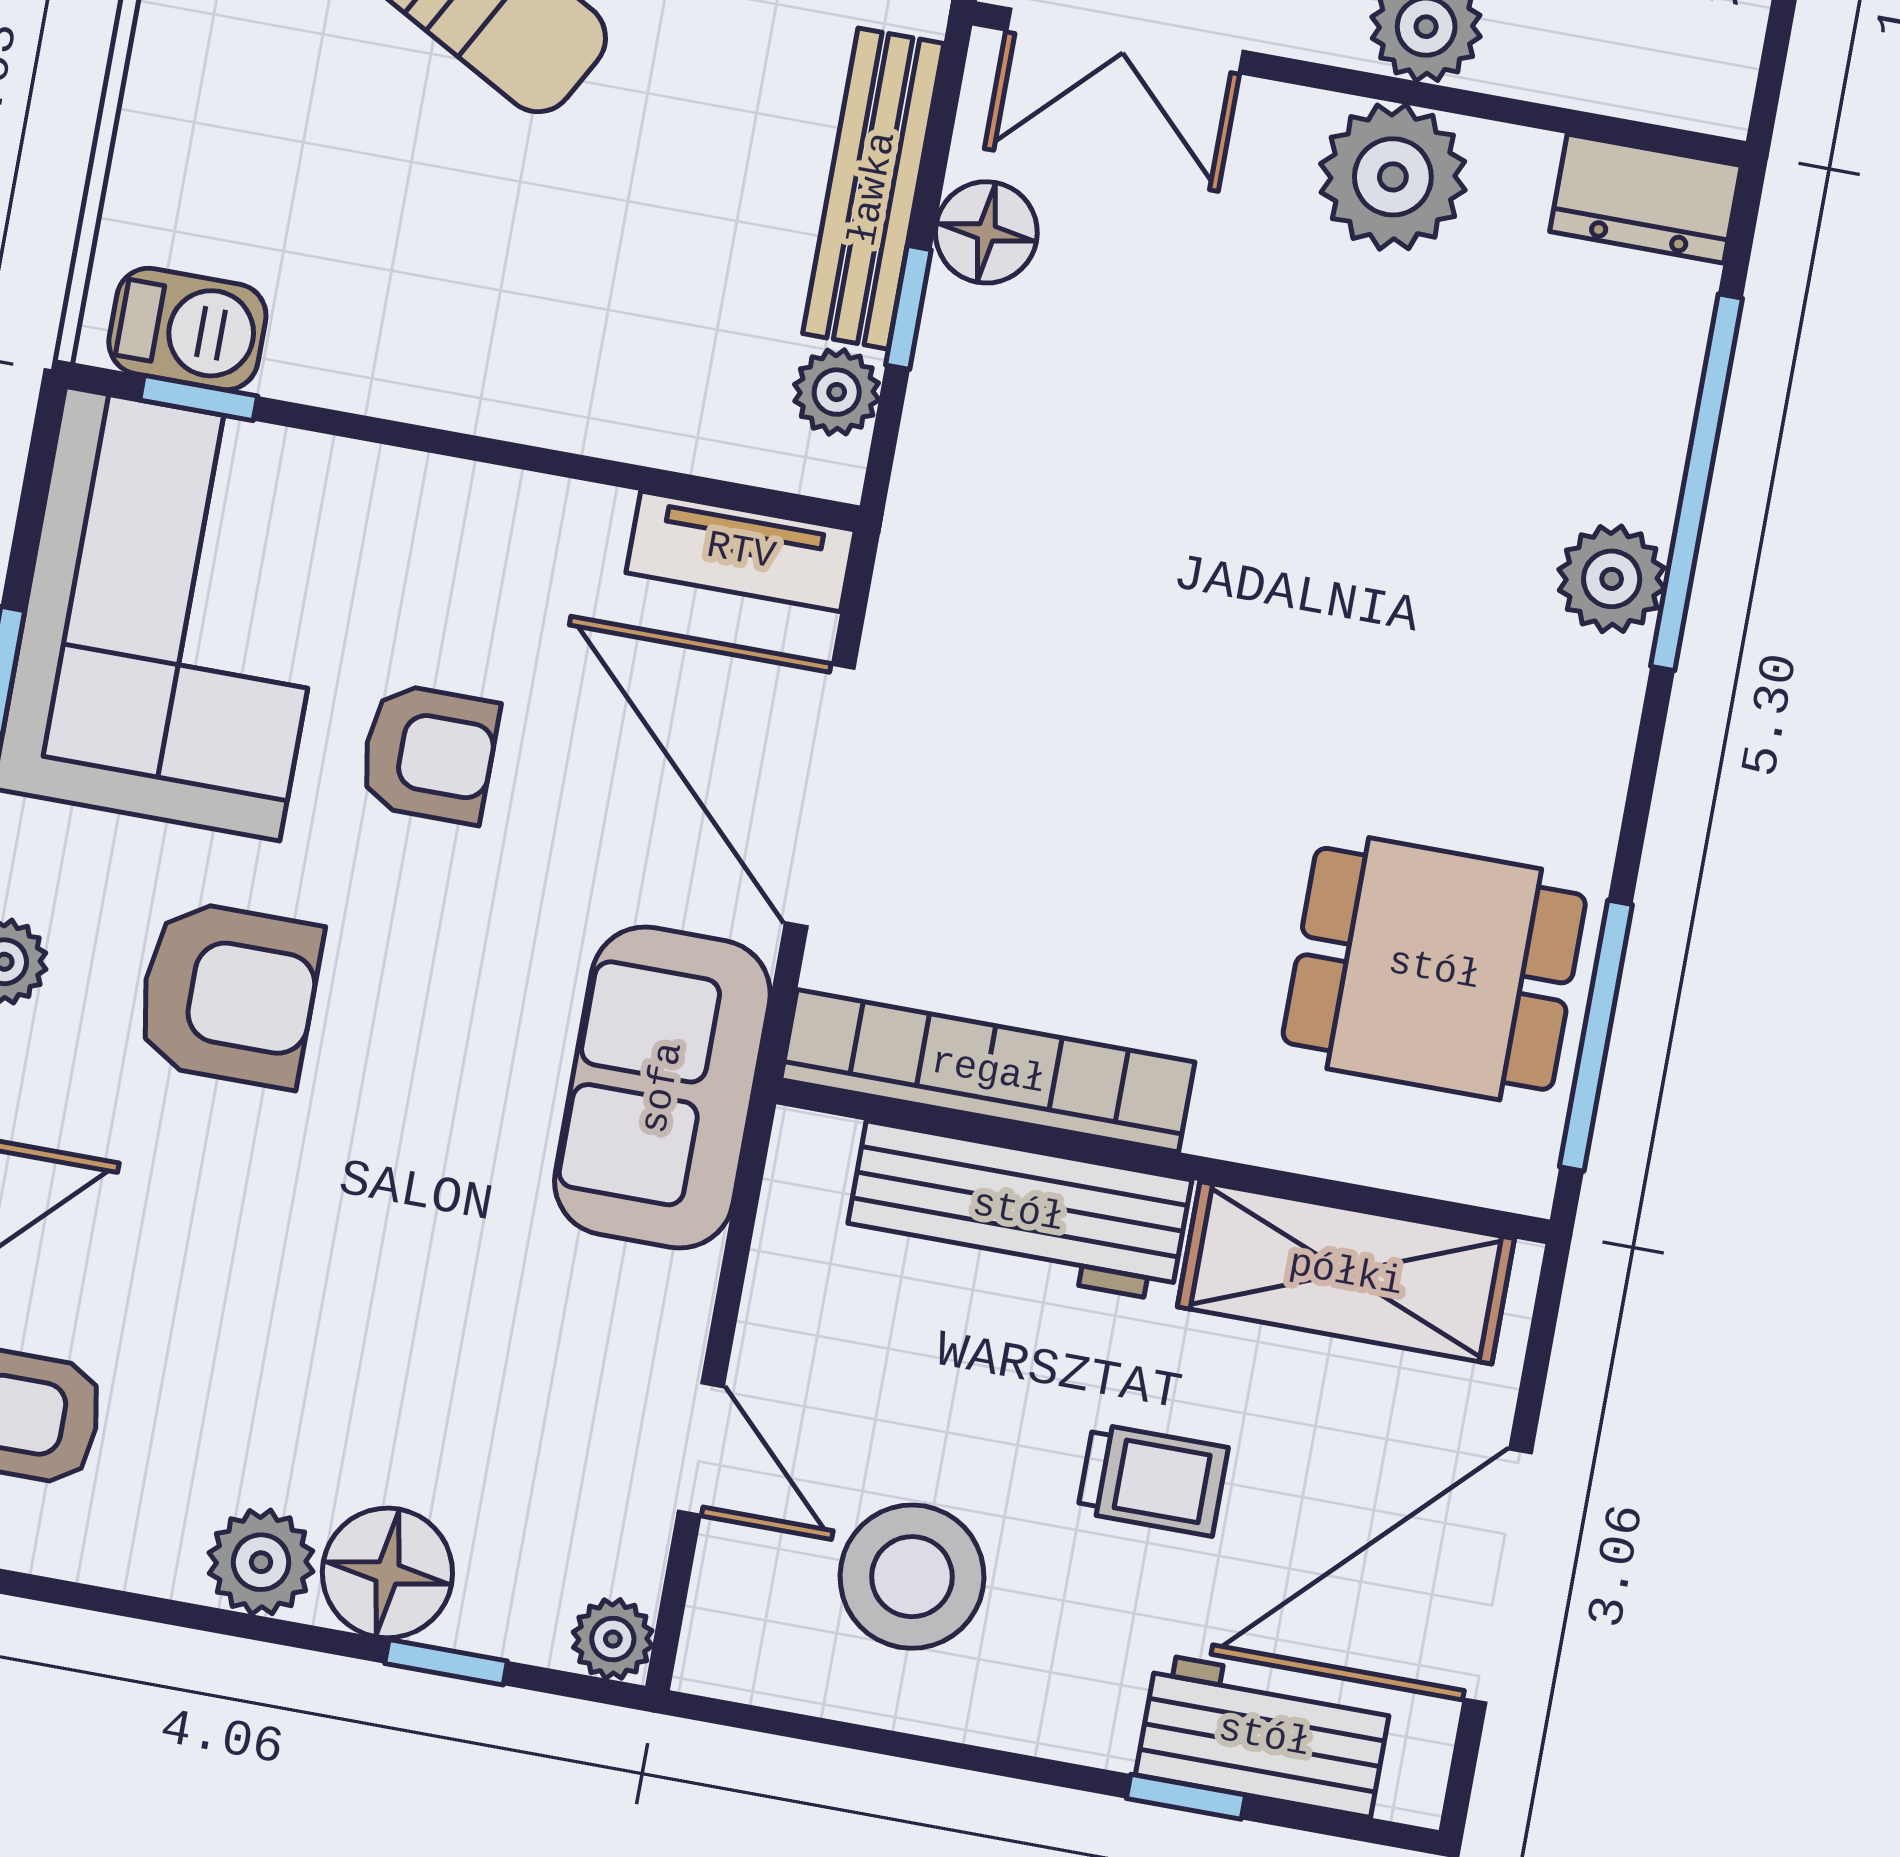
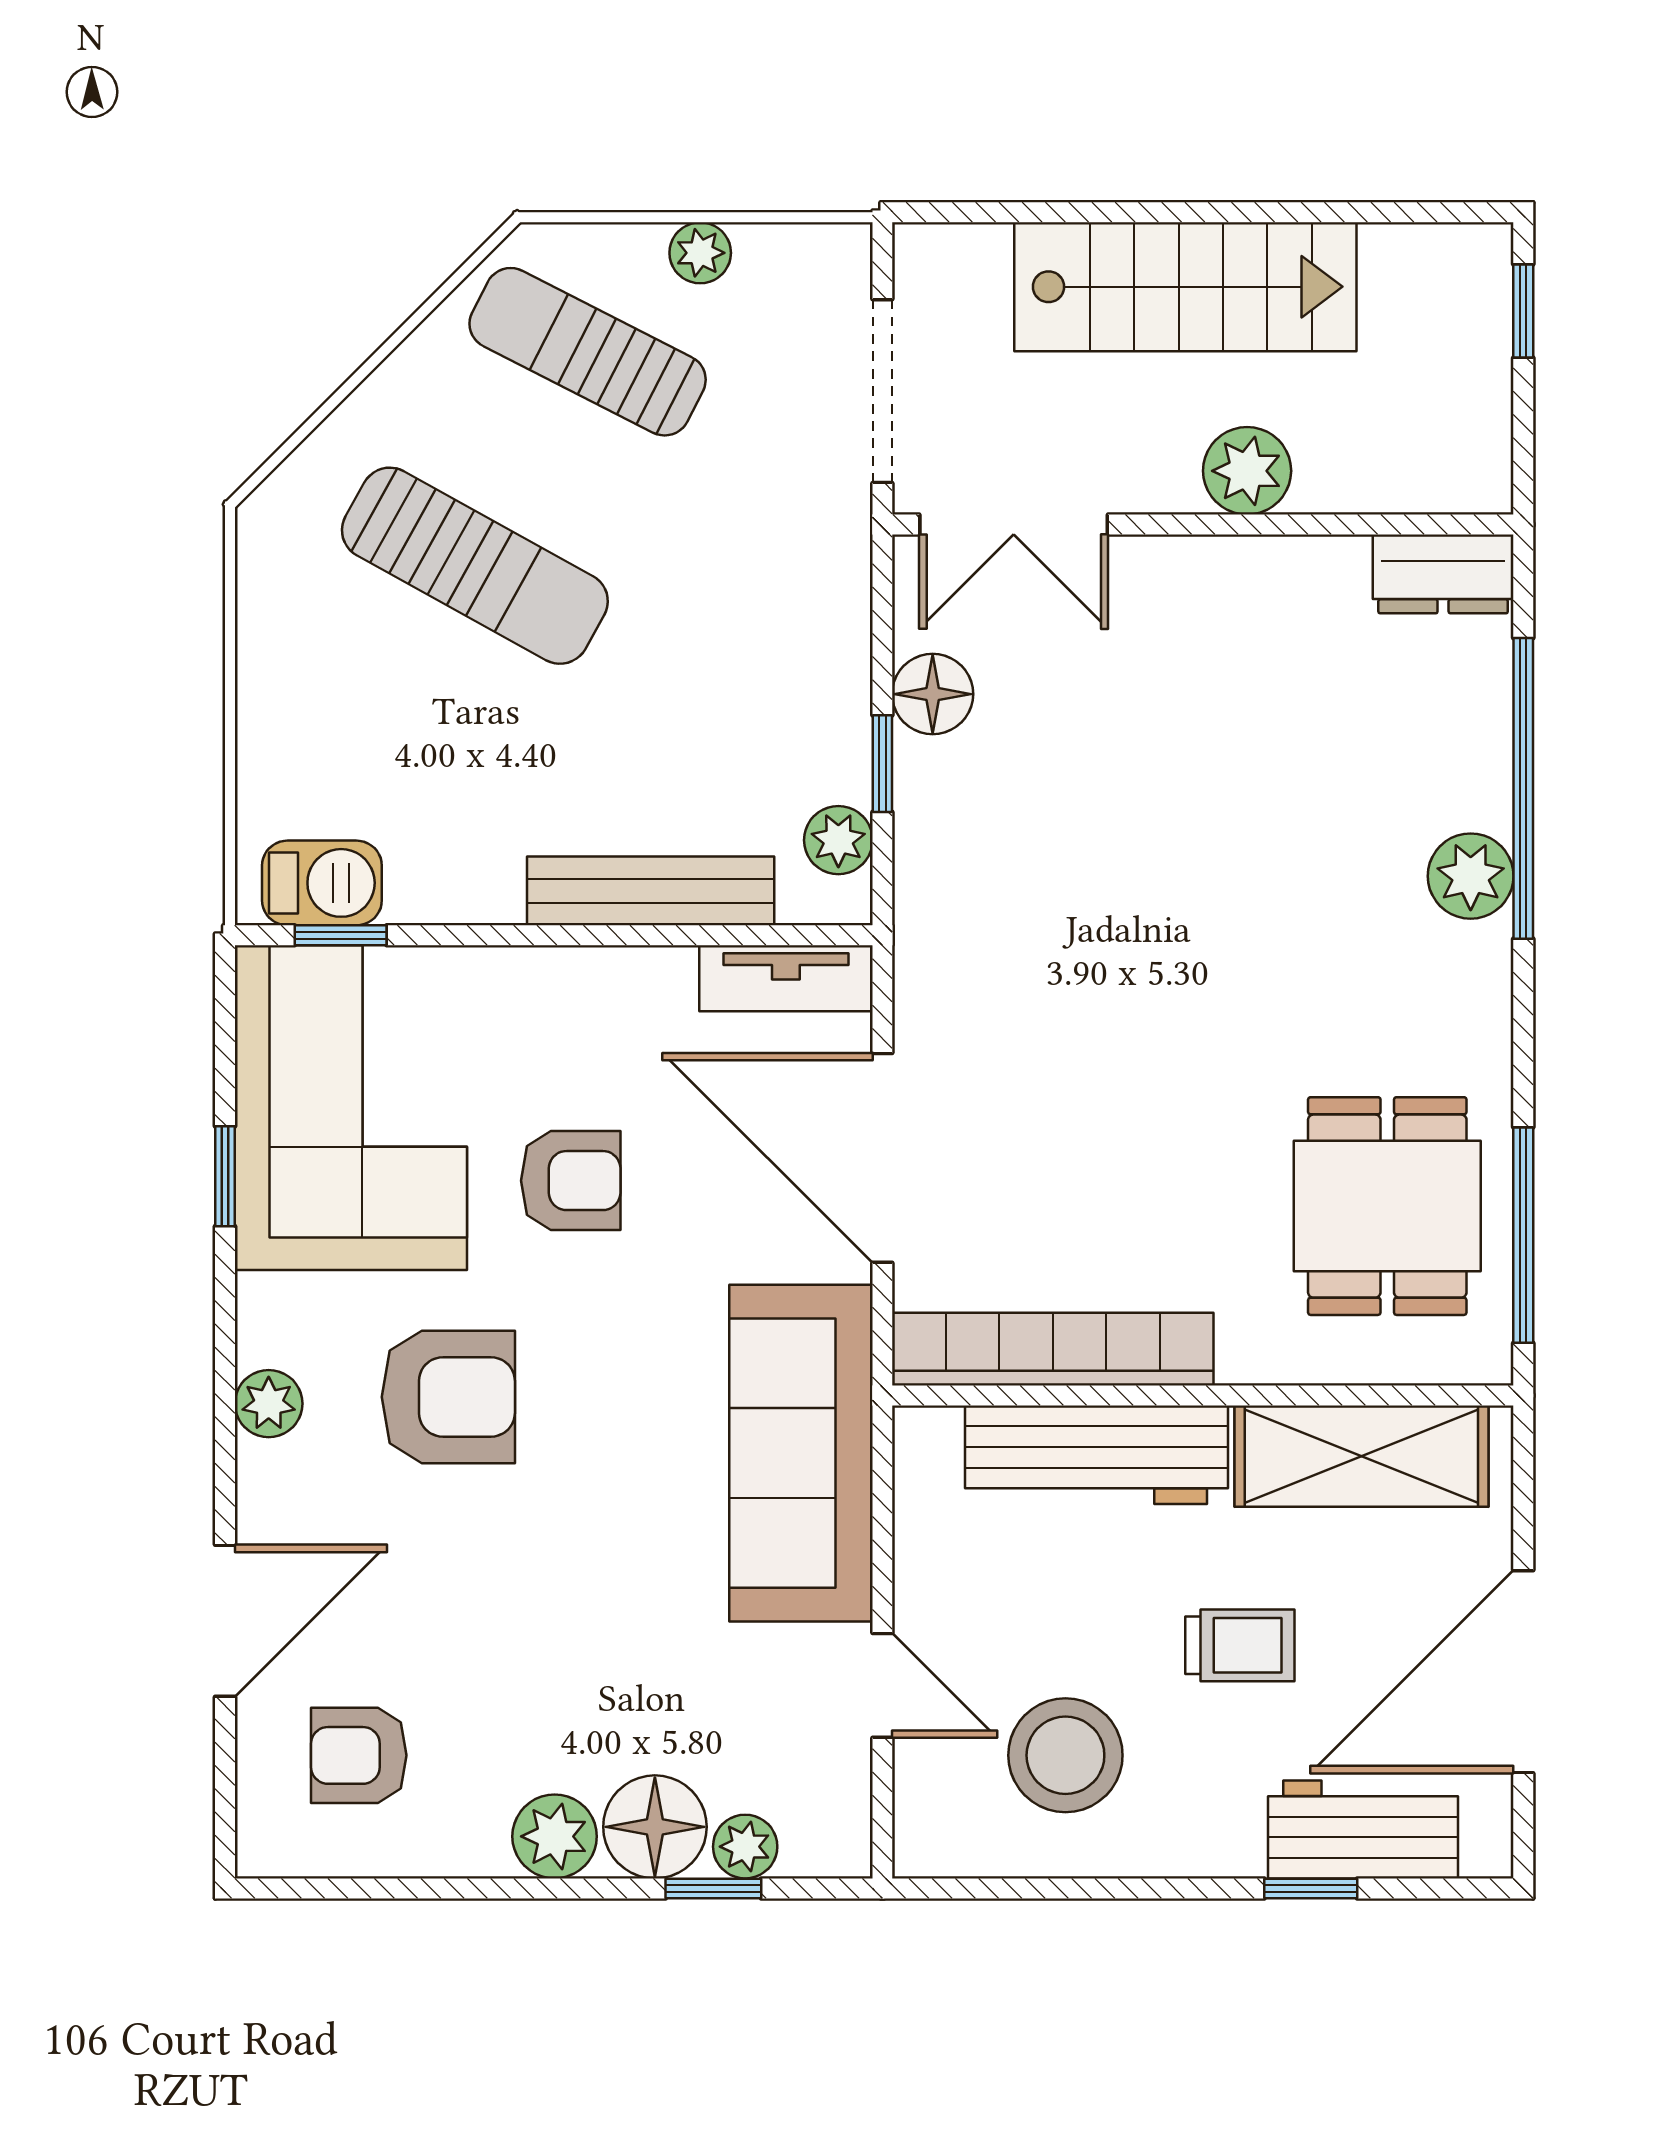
plant: (1393, 177) -> (1242, 593), removed
bench: (873, 189) -> (651, 891), moved, turned 90
dining table: (1434, 969) -> (1387, 1206), turned 90
sofa: (662, 1088) -> (801, 1453), width x1.36
plant: (613, 1639) -> (745, 1847), moved

